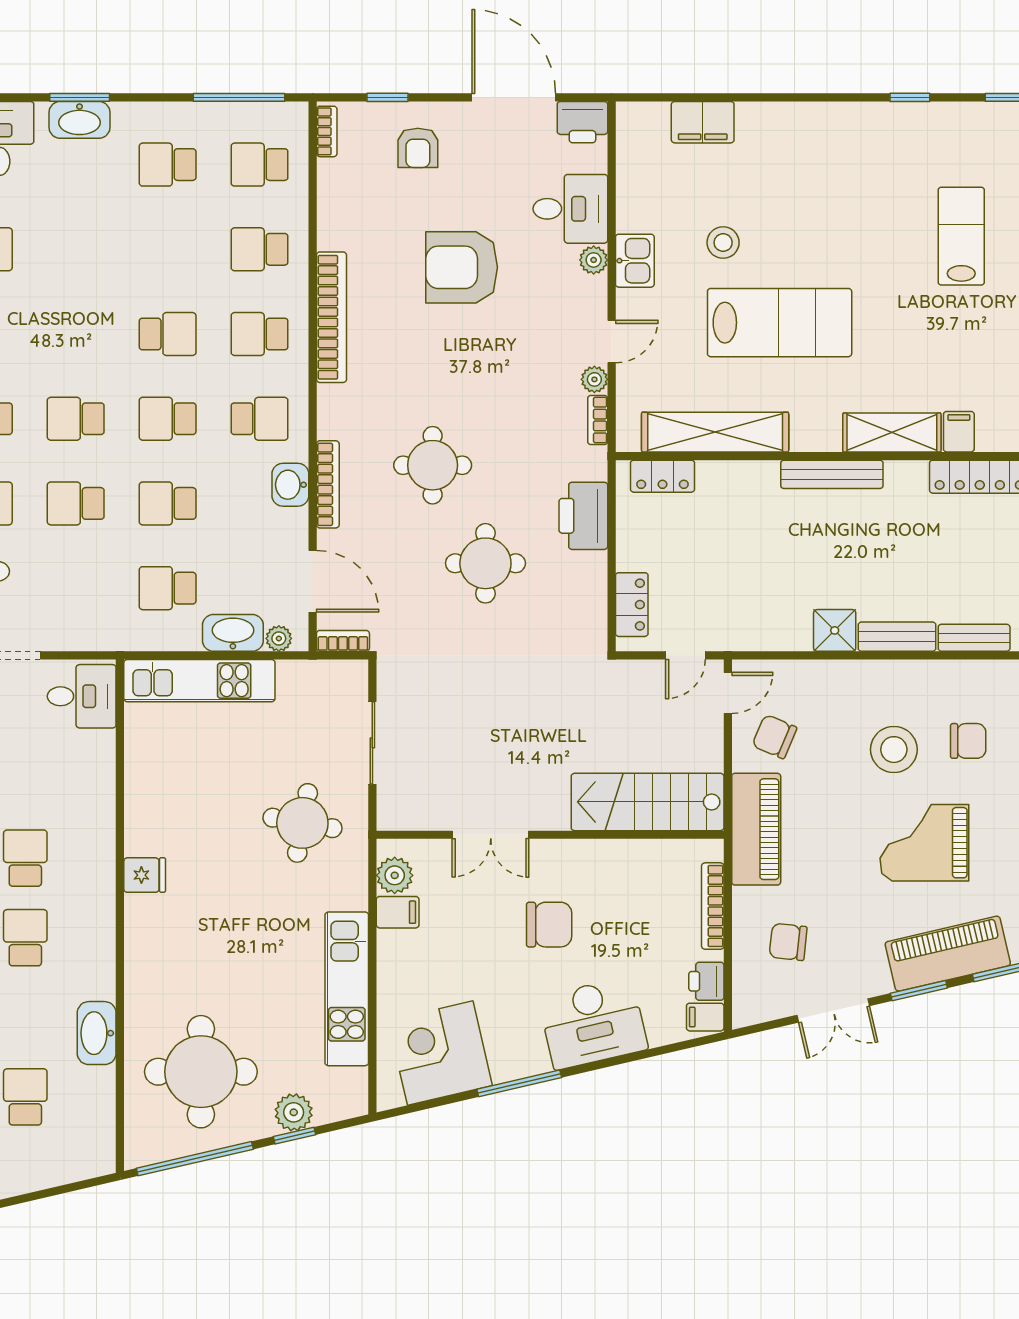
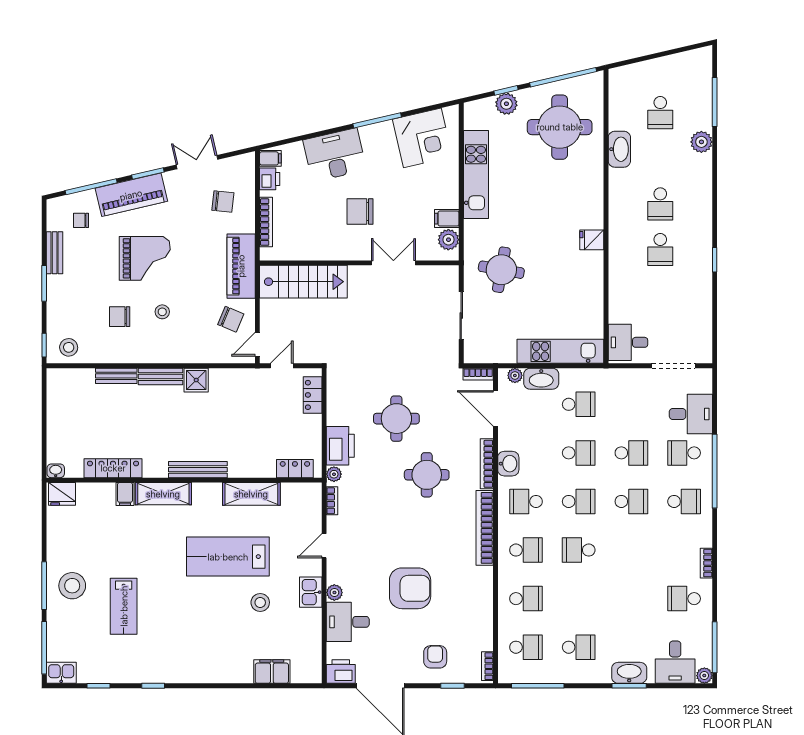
bookcase: (331, 317) -> (485, 528), moved
plant: (594, 379) -> (334, 474), moved
shelving: (715, 432) -> (251, 494), width x0.68
stool: (894, 750) -> (162, 312), width x0.53, depth x0.53

